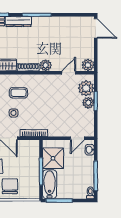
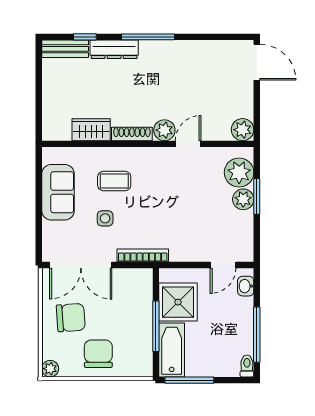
door: (69, 73) -> (188, 144), moved

